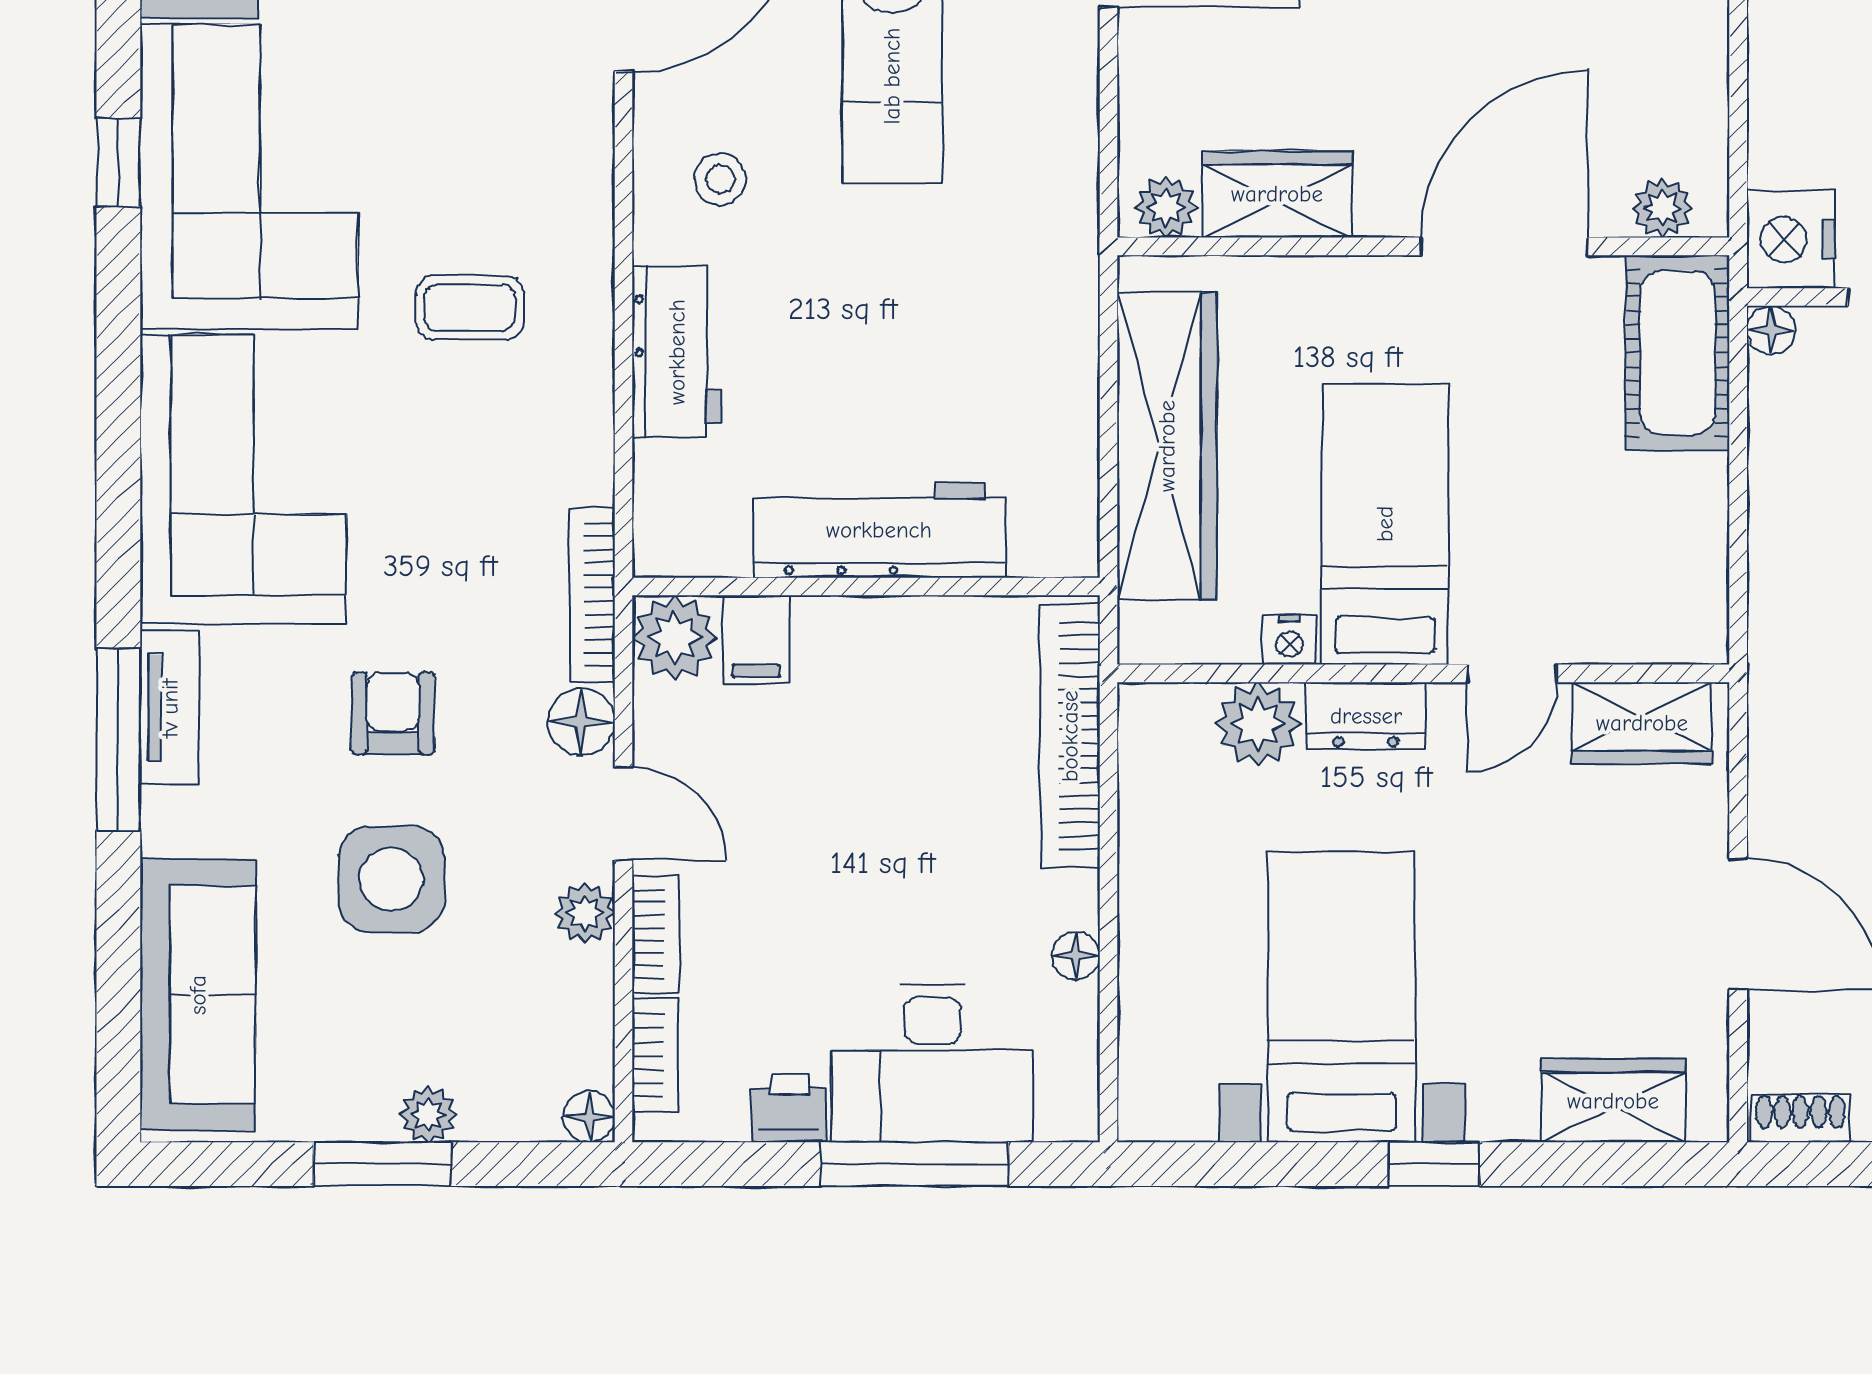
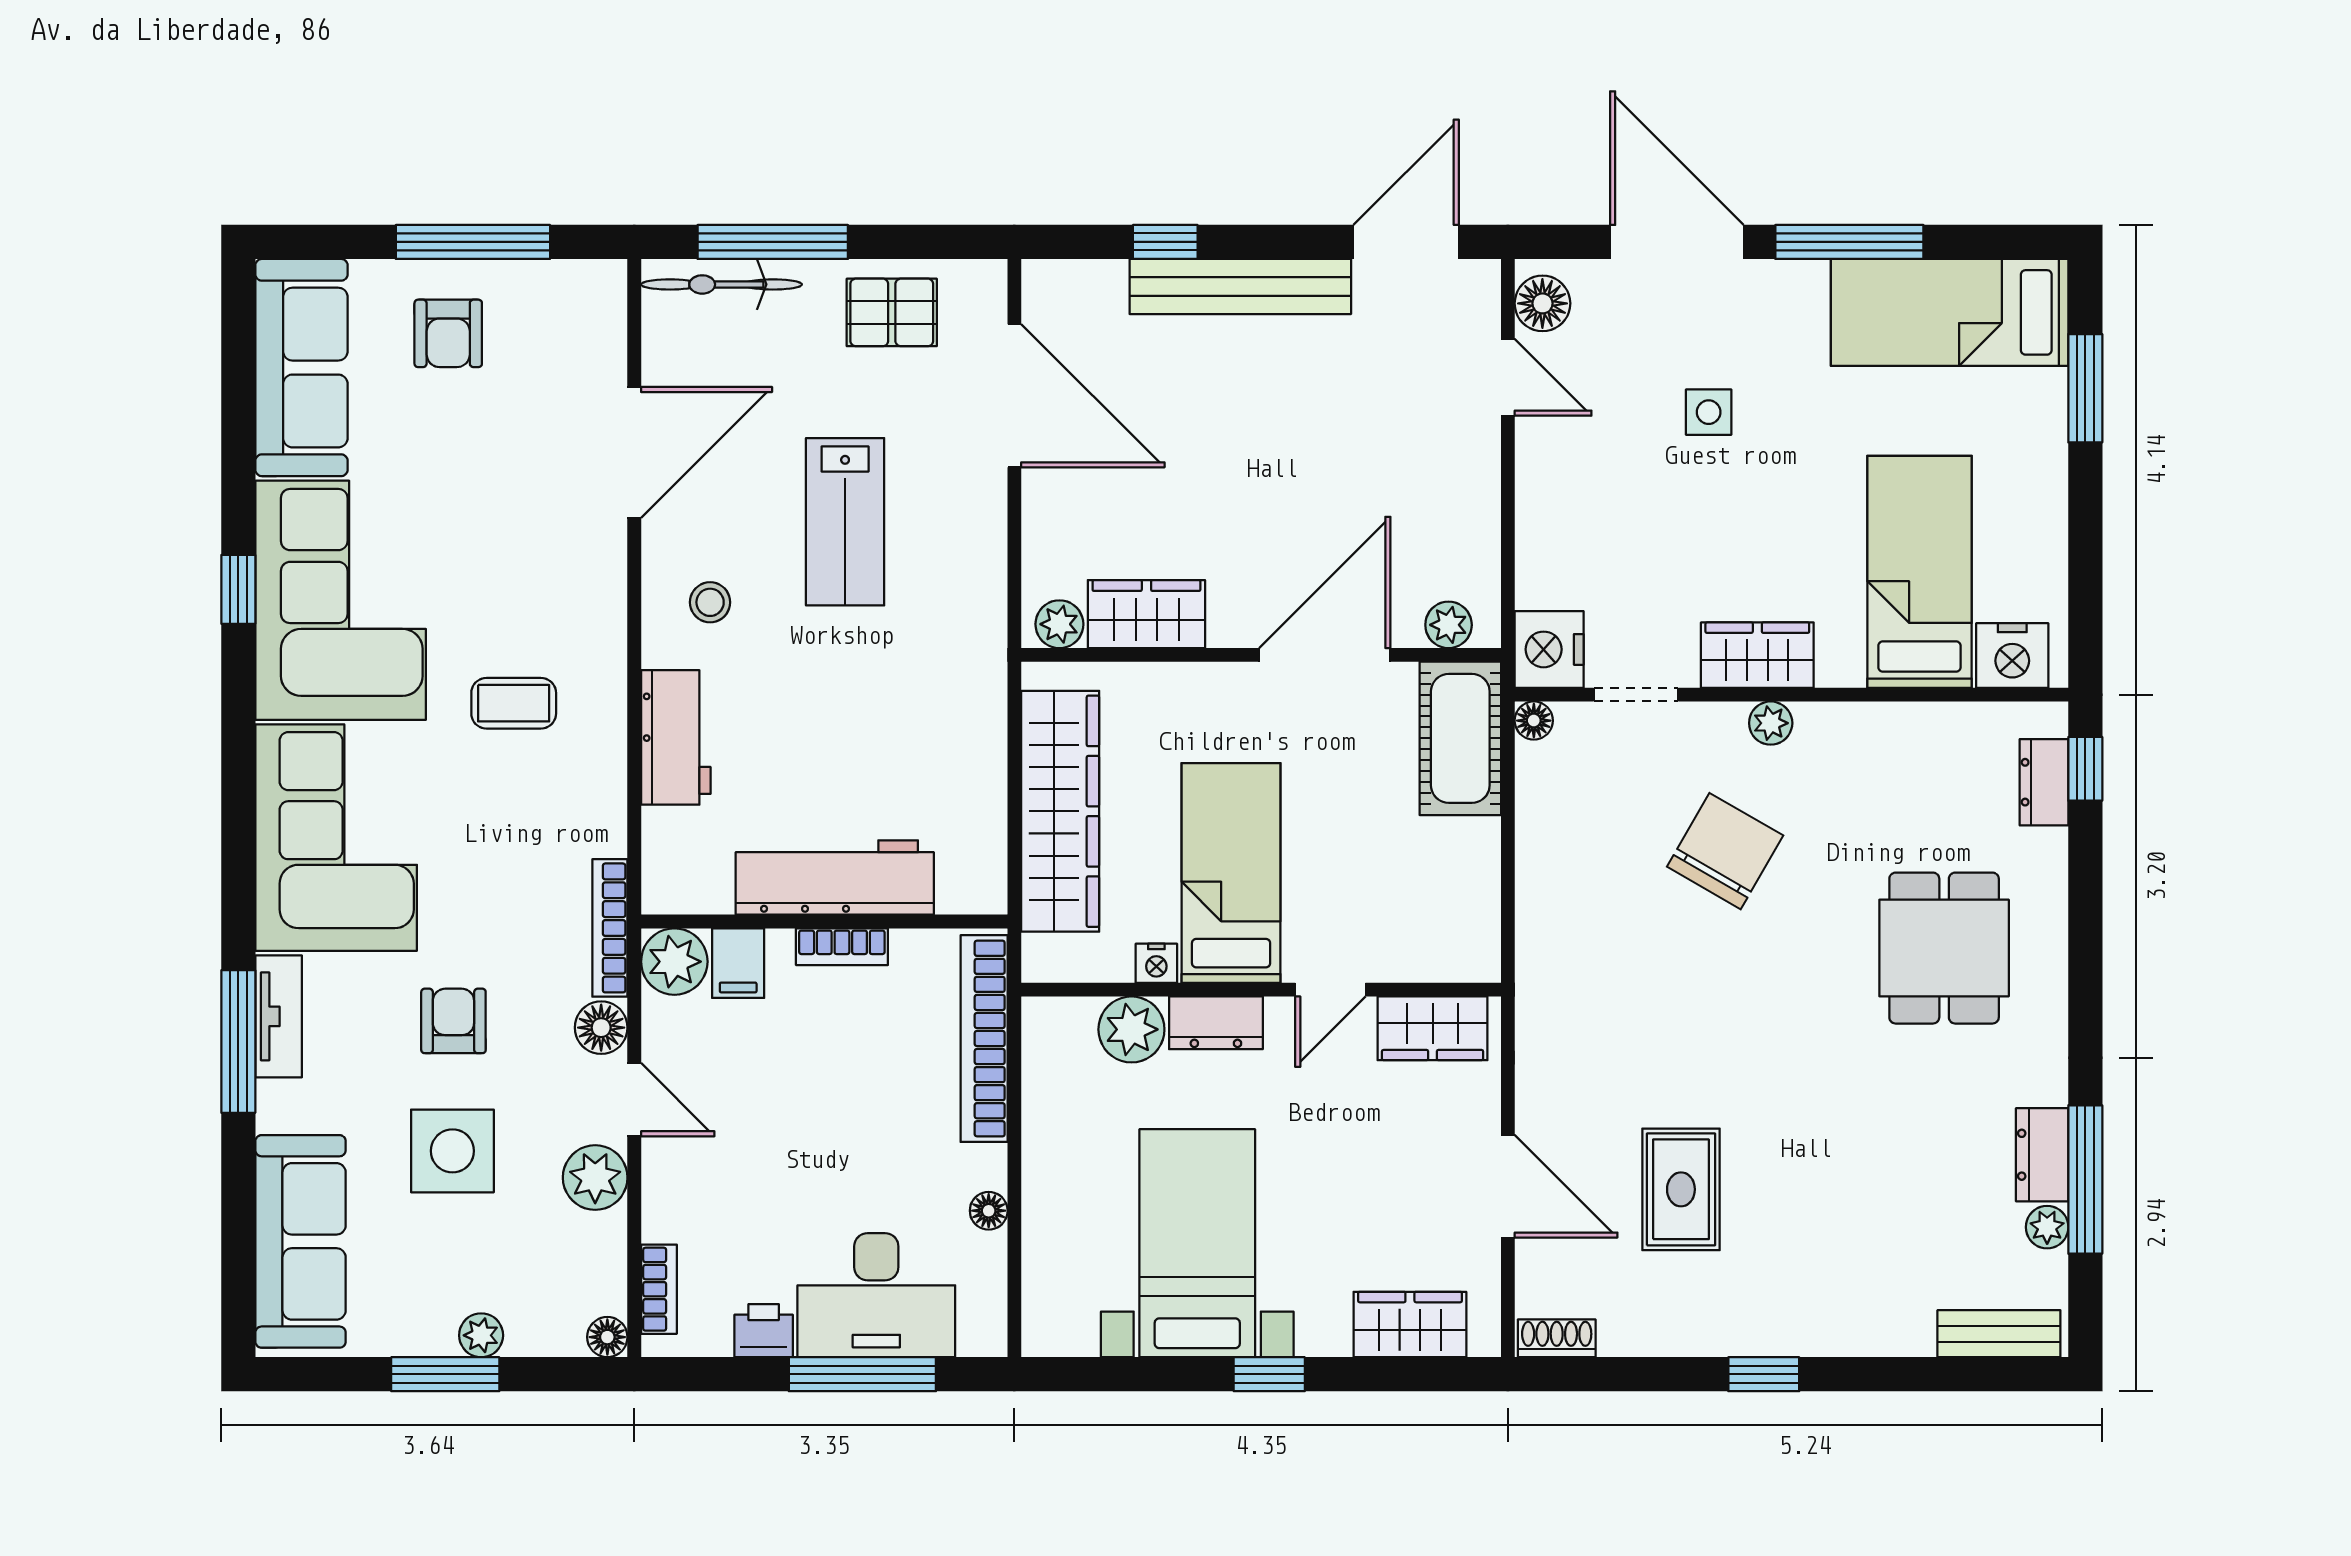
plant: (585, 913) -> (595, 1178), width x1.38, depth x1.38
bookcase: (656, 934) -> (842, 947), moved, turned 90

